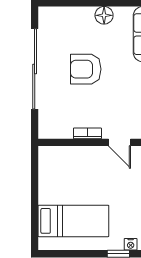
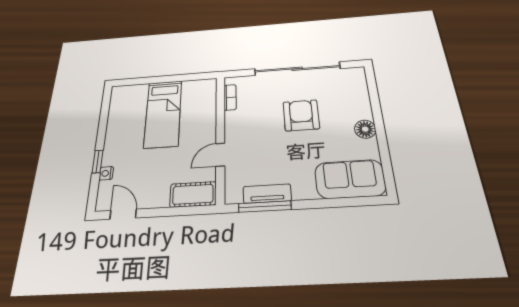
bookcase: (87, 133) -> (230, 97), moved
bed: (73, 221) -> (163, 114), moved

